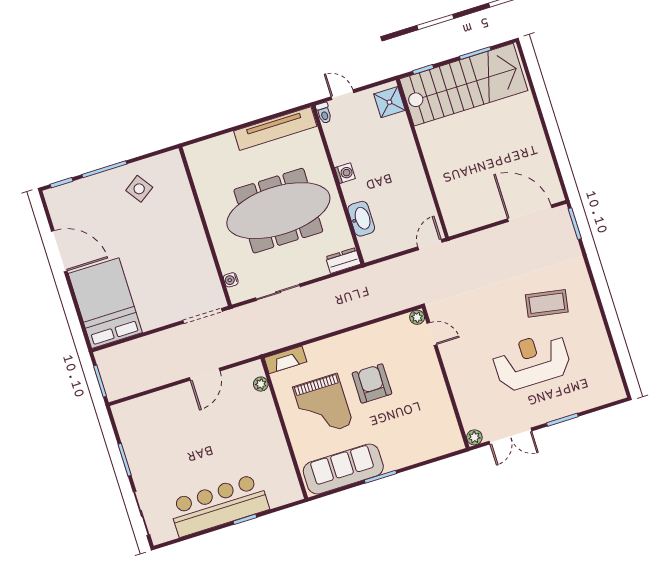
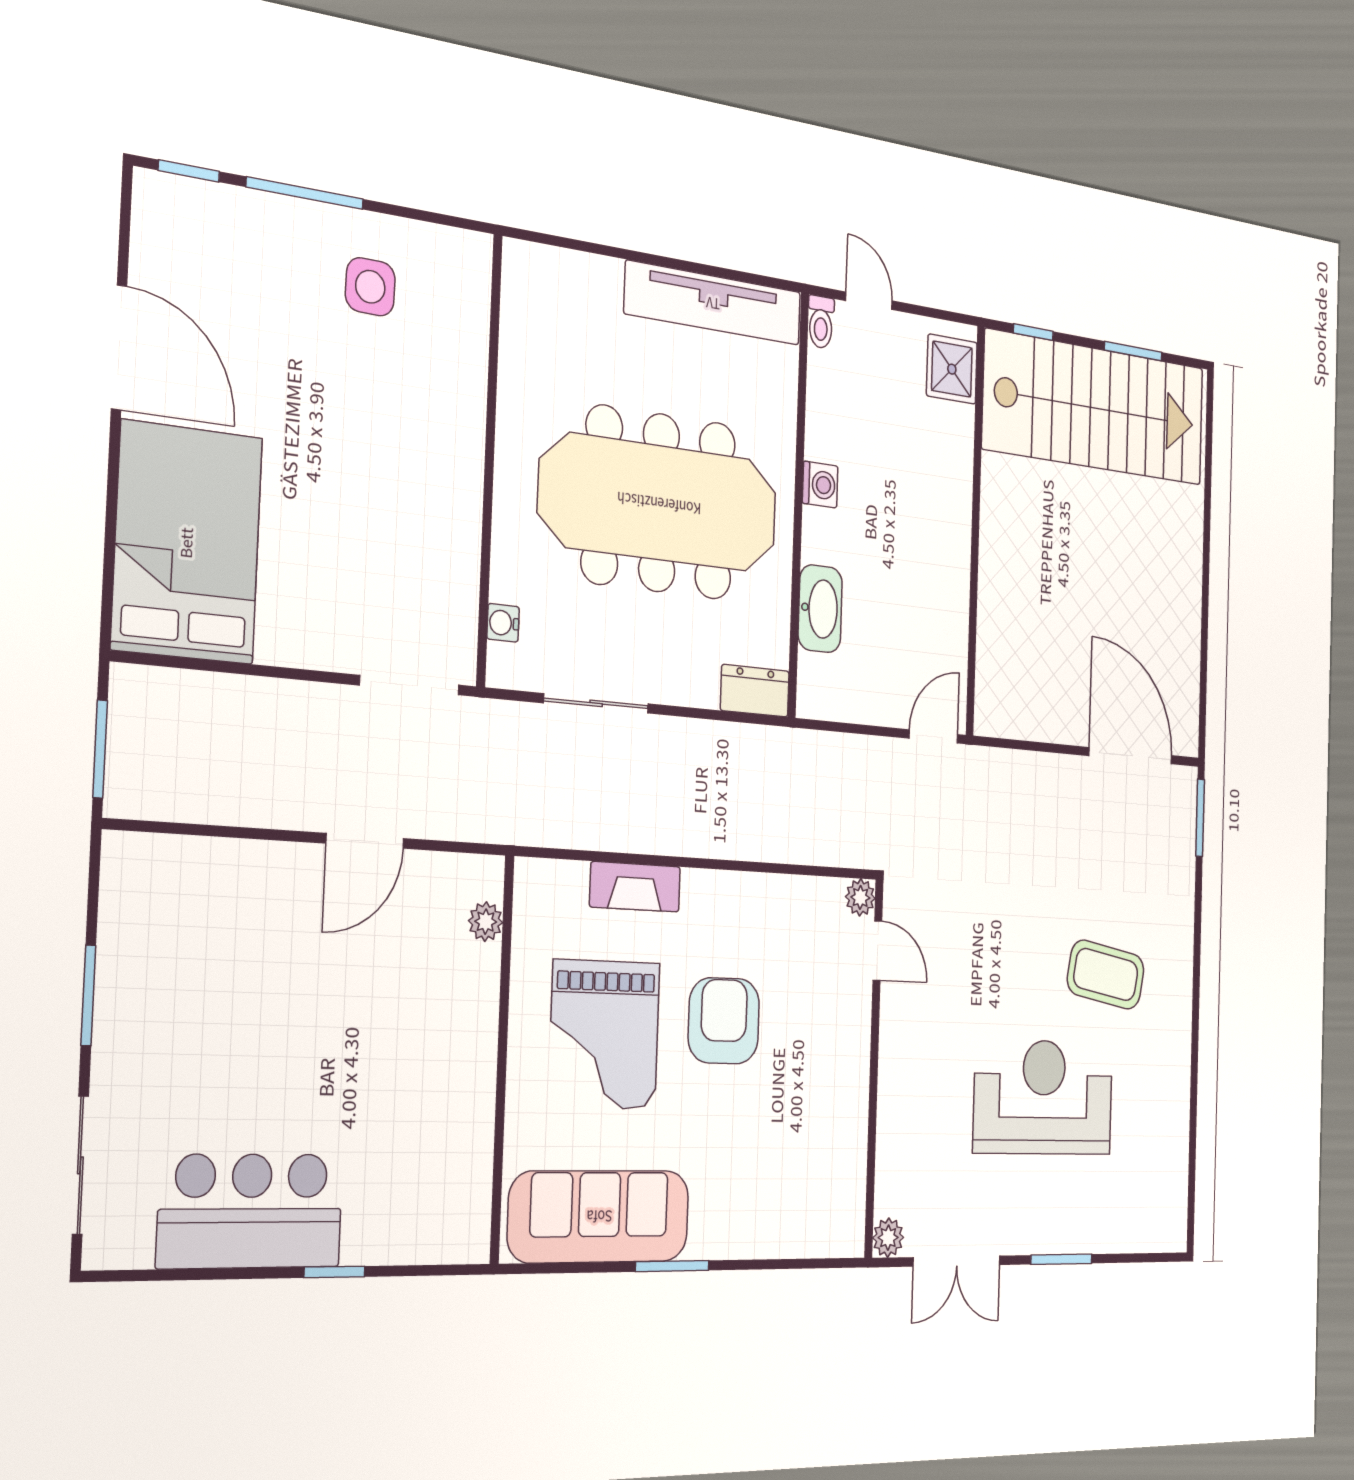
side table: (139, 189) -> (370, 287), turned 36
fireplace: (285, 360) -> (635, 887), moved
bar counter: (219, 505) -> (251, 1211), width x0.73

